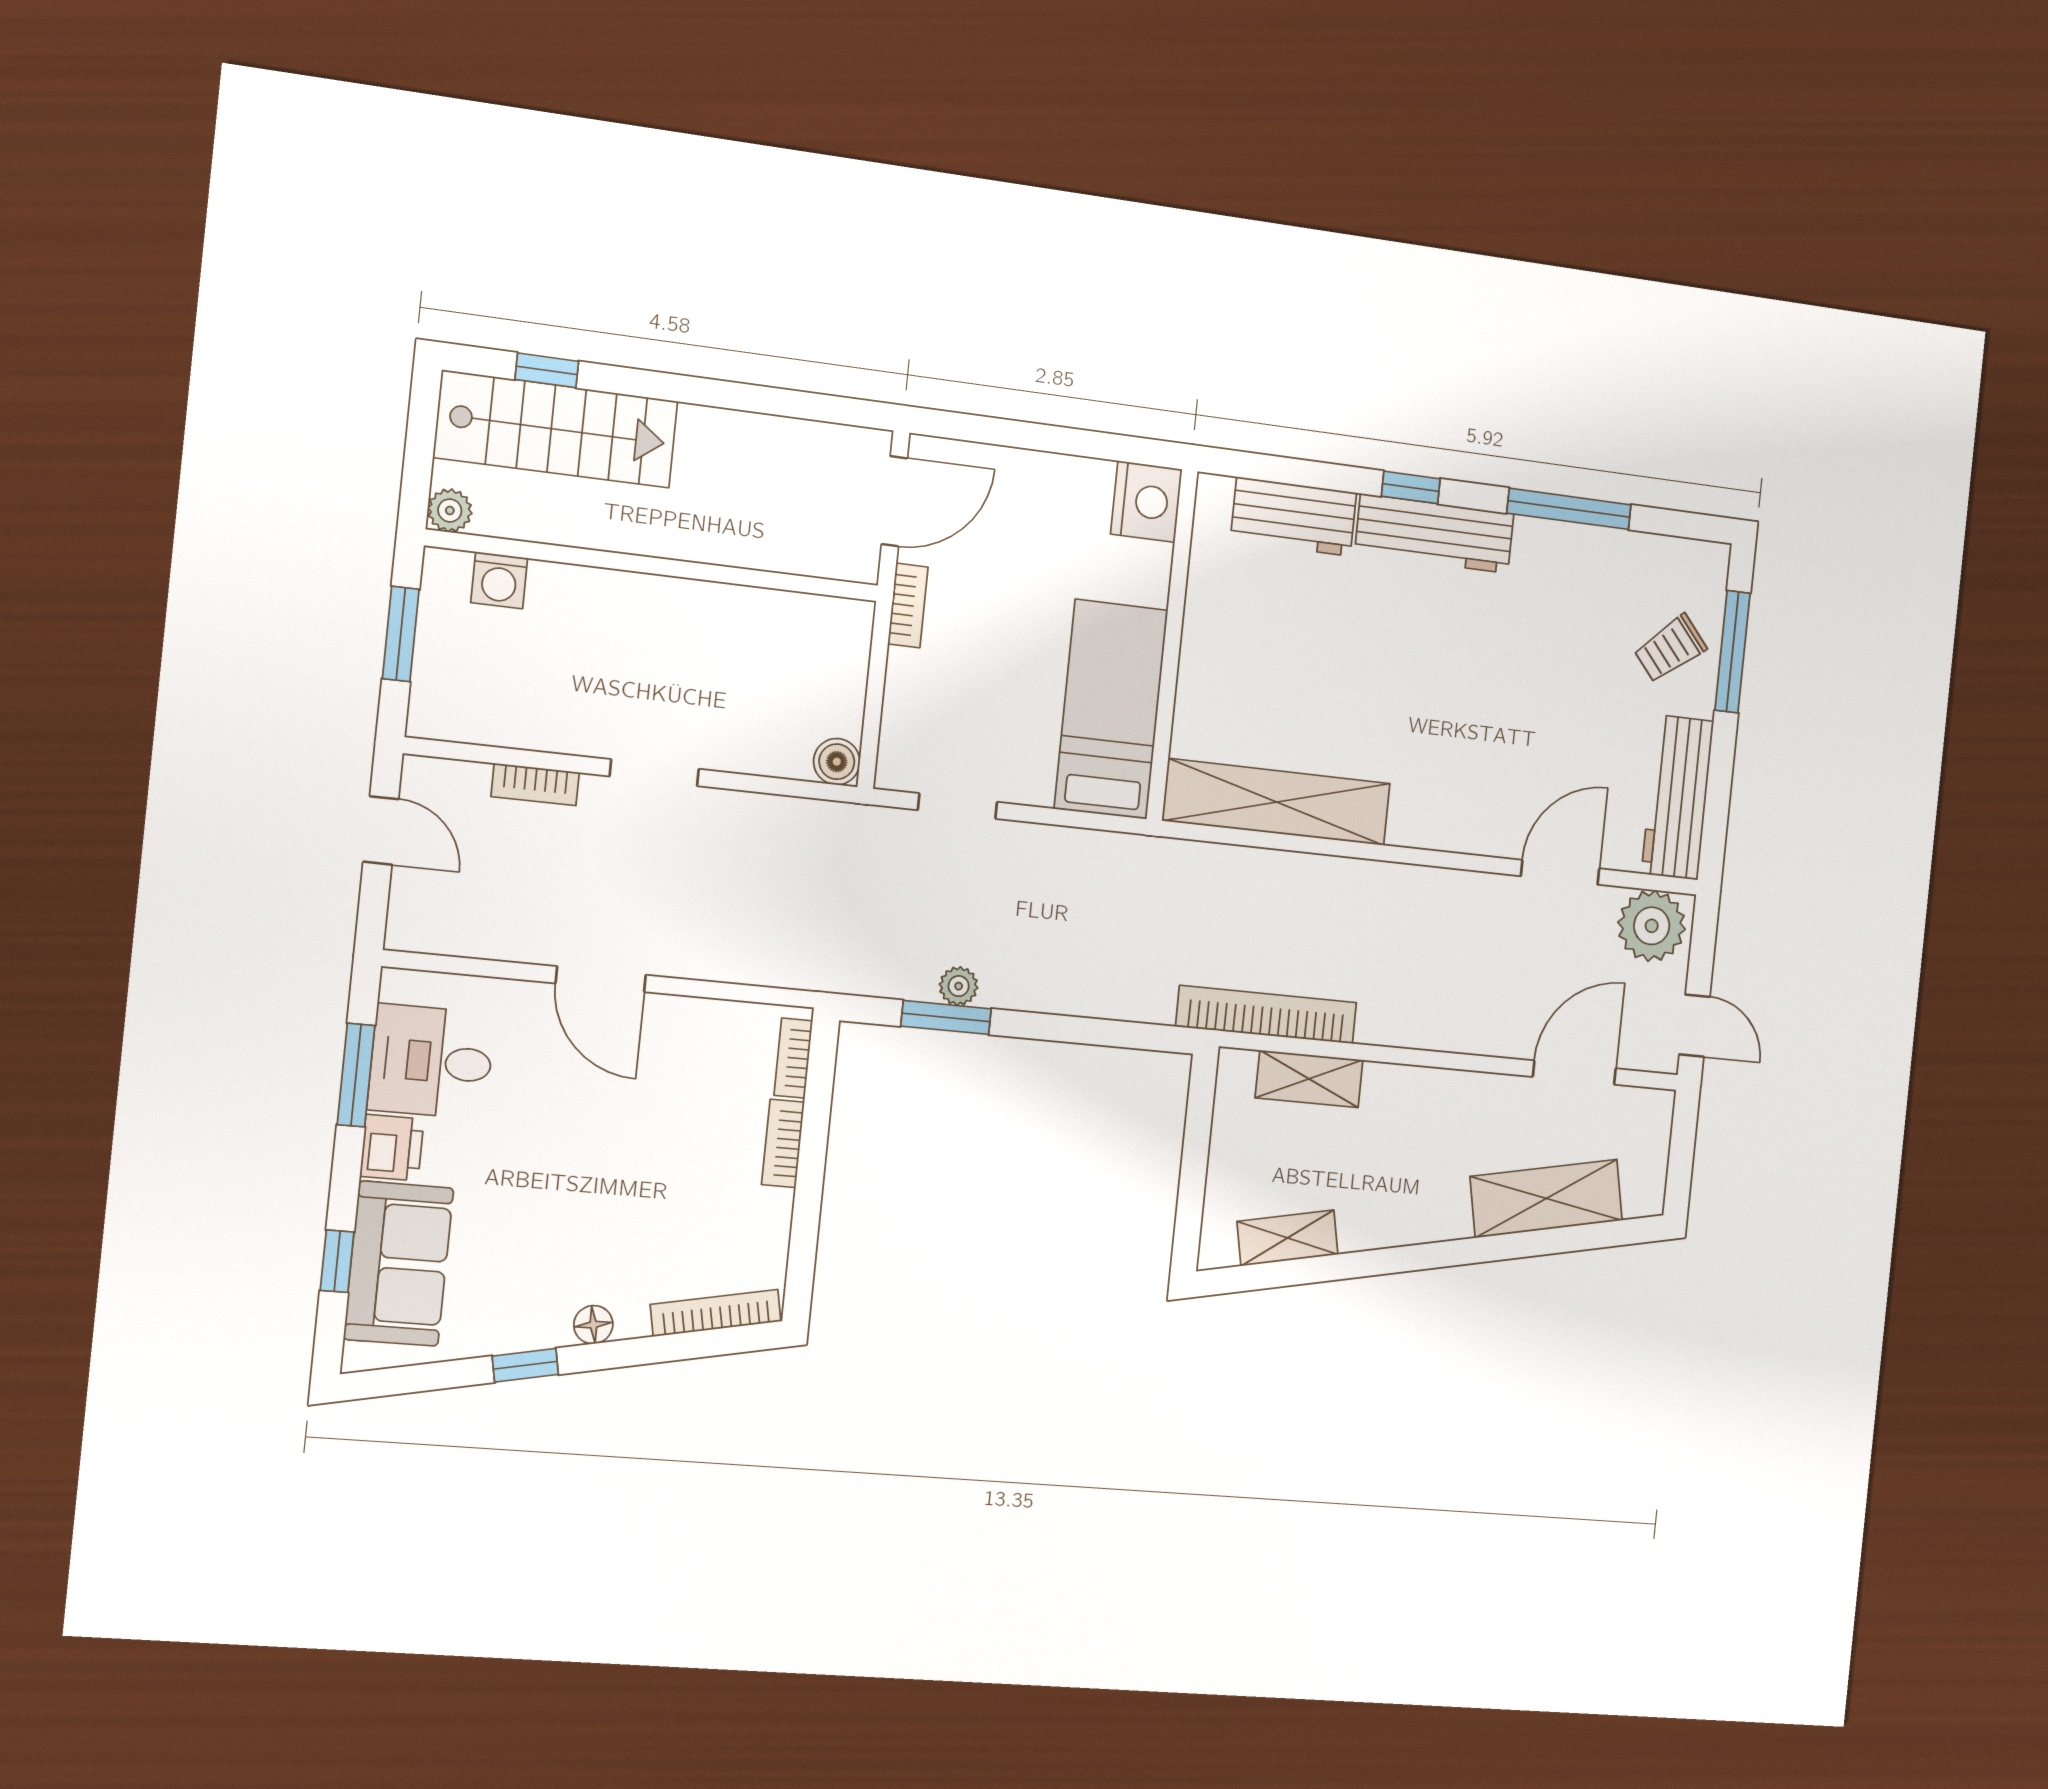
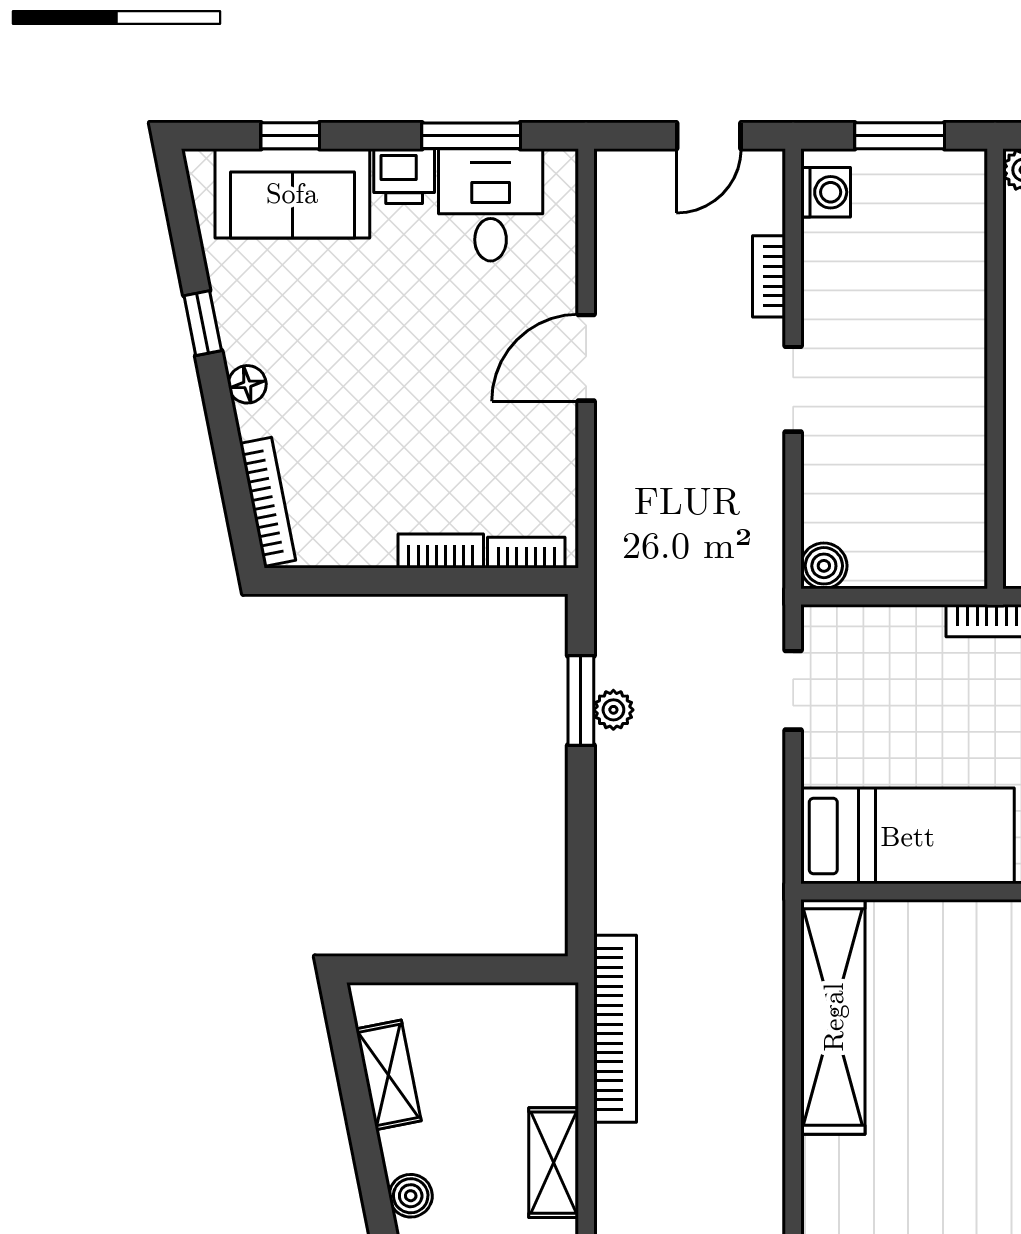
washing machine: (499, 580) -> (826, 192), moved, turned 180
shelving: (1309, 1079) -> (554, 1163), moved
boiler: (1402, 1226) -> (411, 1196), added

